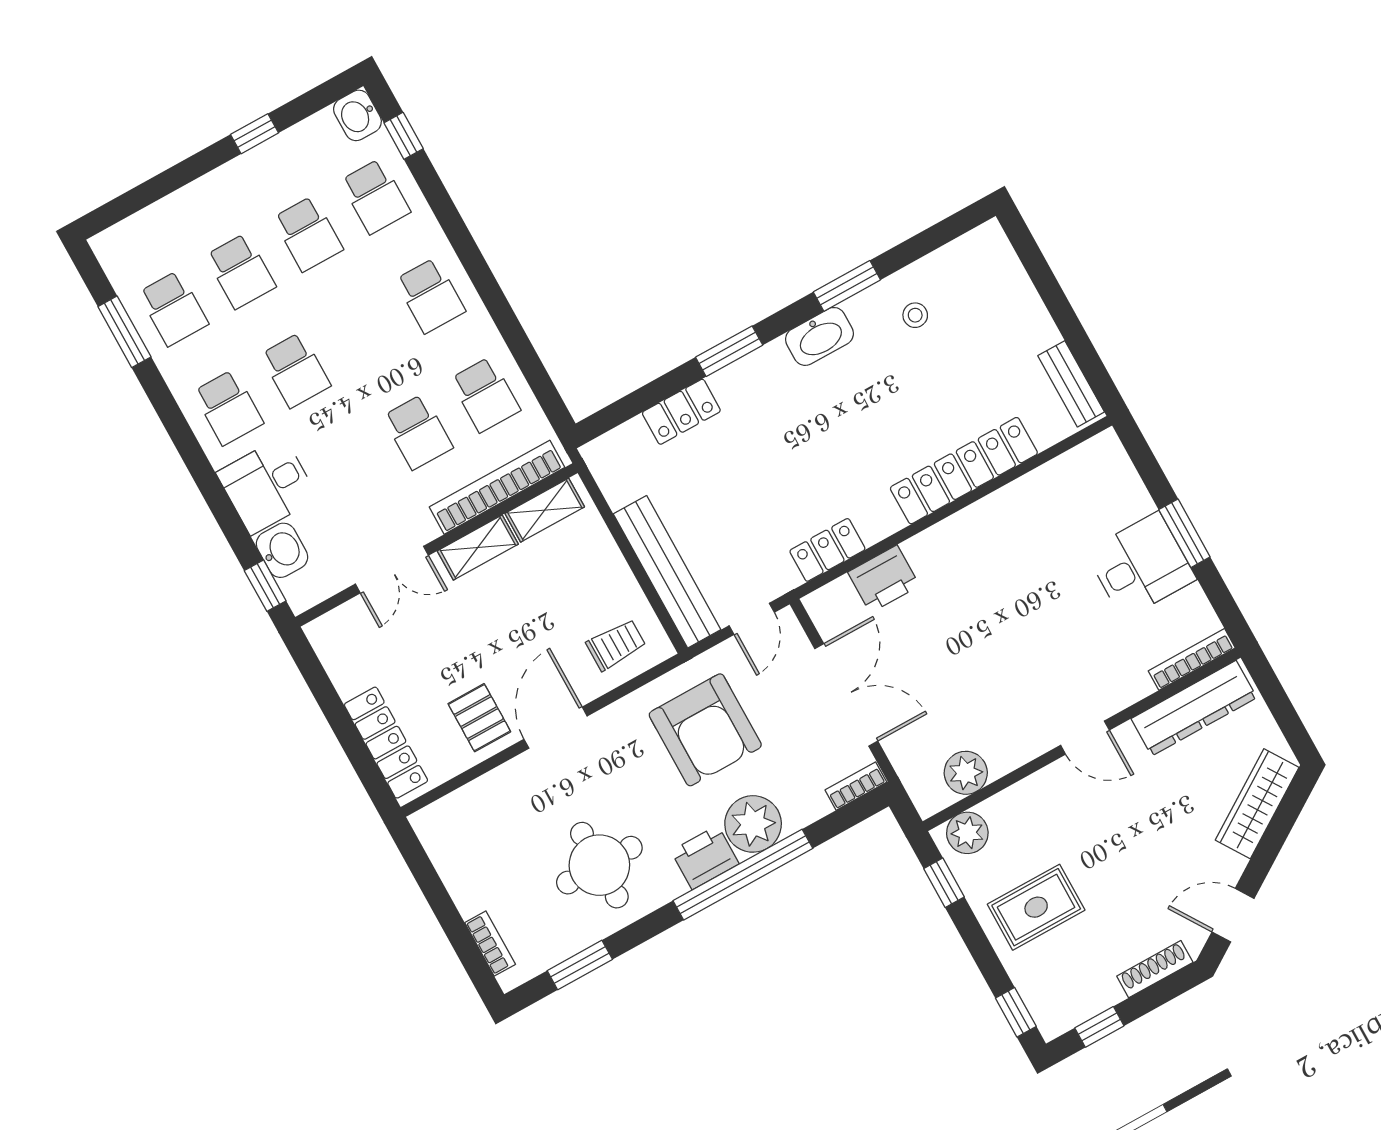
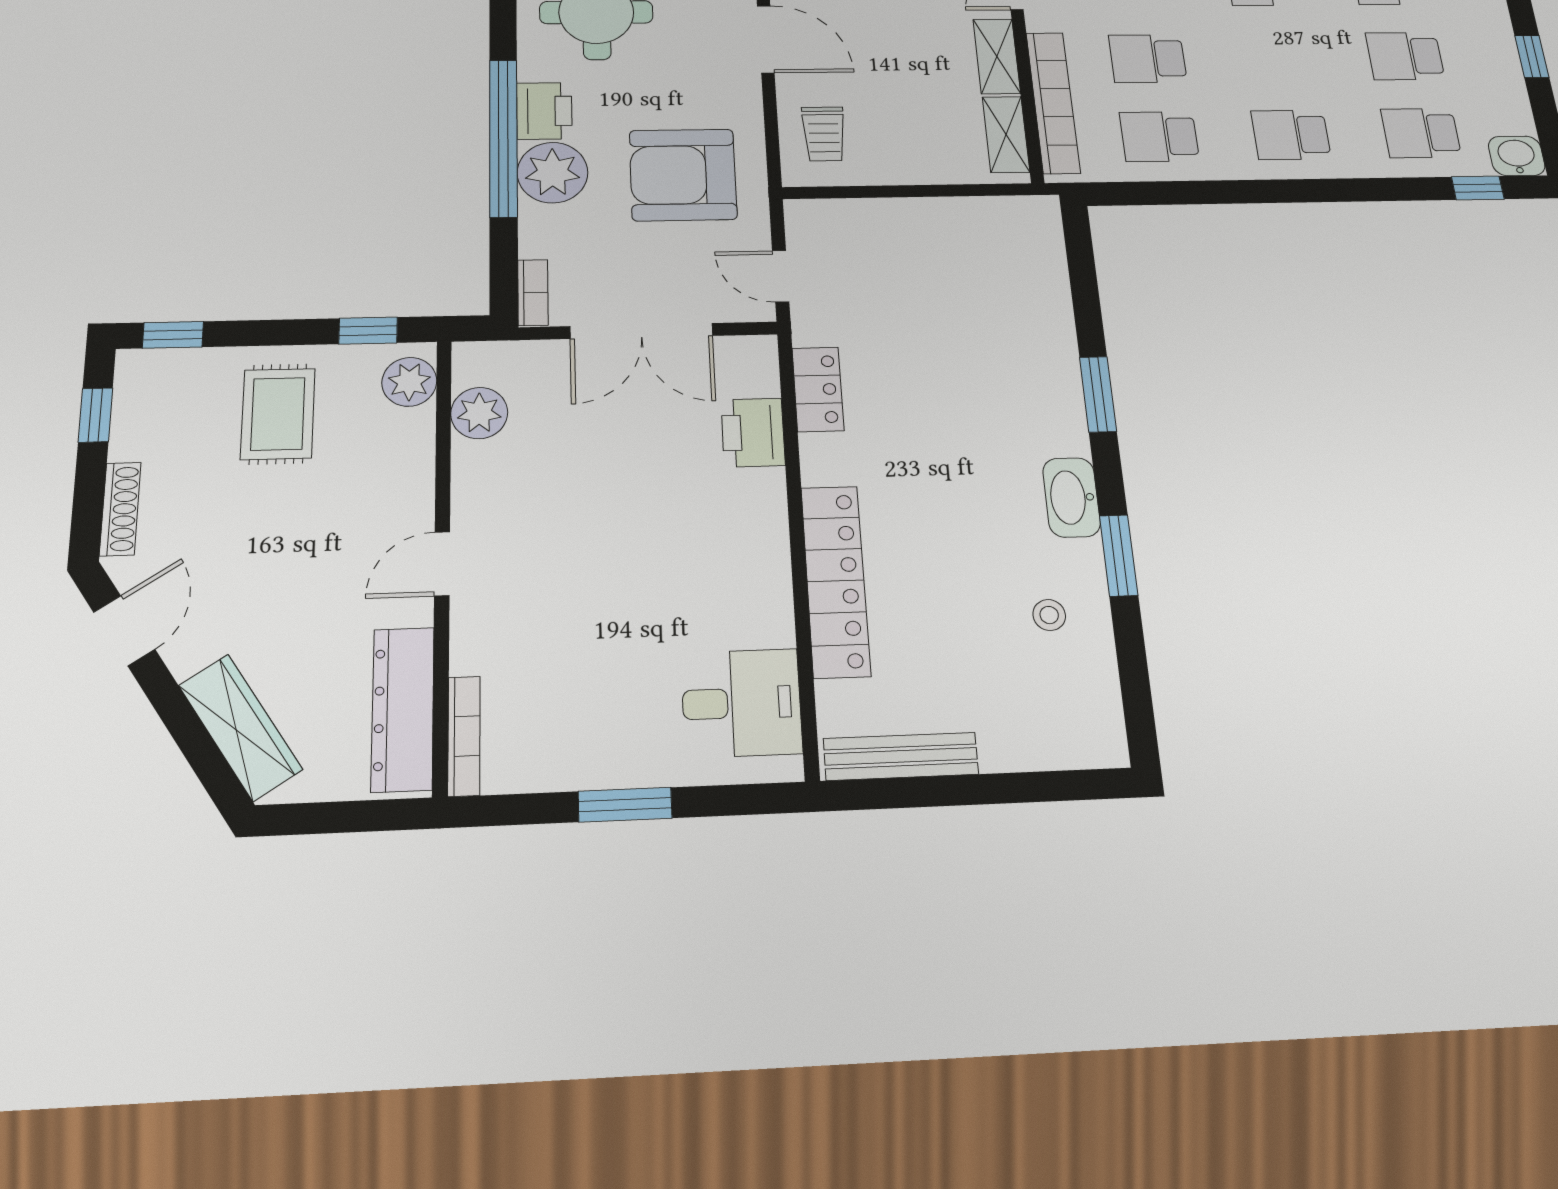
bench: (1071, 384) -> (901, 756), width x1.36
locker: (681, 412) -> (1051, 314), removed
desk: (1141, 565) -> (742, 703), moved, turned -90
bench: (667, 572) -> (878, 218), removed

